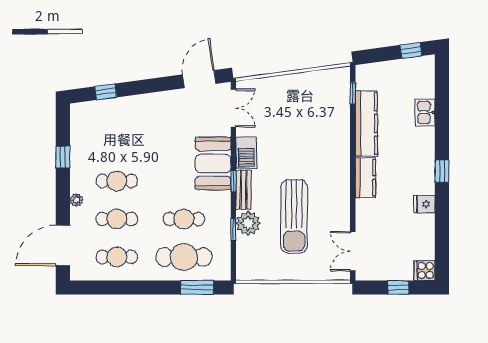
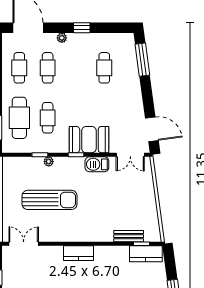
window: (106, 92) -> (142, 60), width x2.17
kitchen counter: (366, 124) -> (146, 254), moved, width x0.67
window: (63, 157) -> (82, 28), moved
cafe table: (117, 181) -> (104, 68), moved
bench: (244, 190) -> (129, 236), moved
sun lounger: (294, 216) -> (50, 200), turned 180
plant: (248, 223) -> (49, 161), width x0.53, depth x0.53

